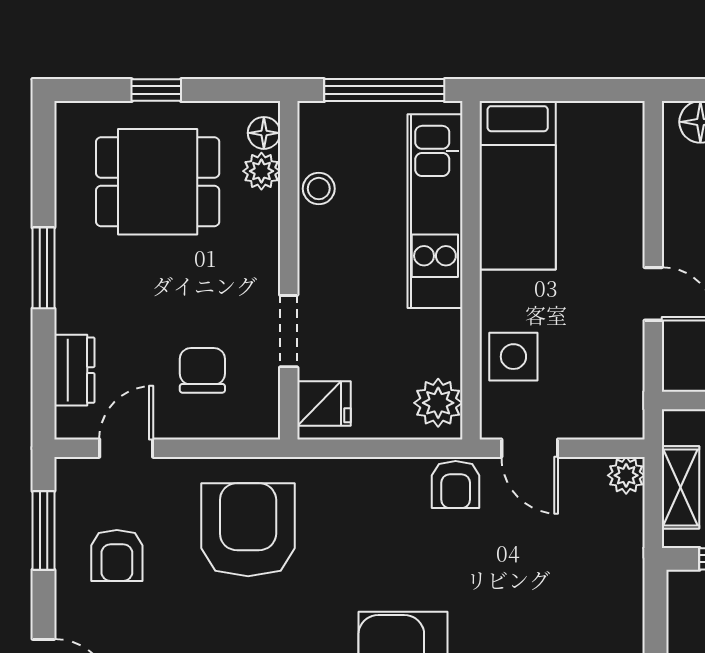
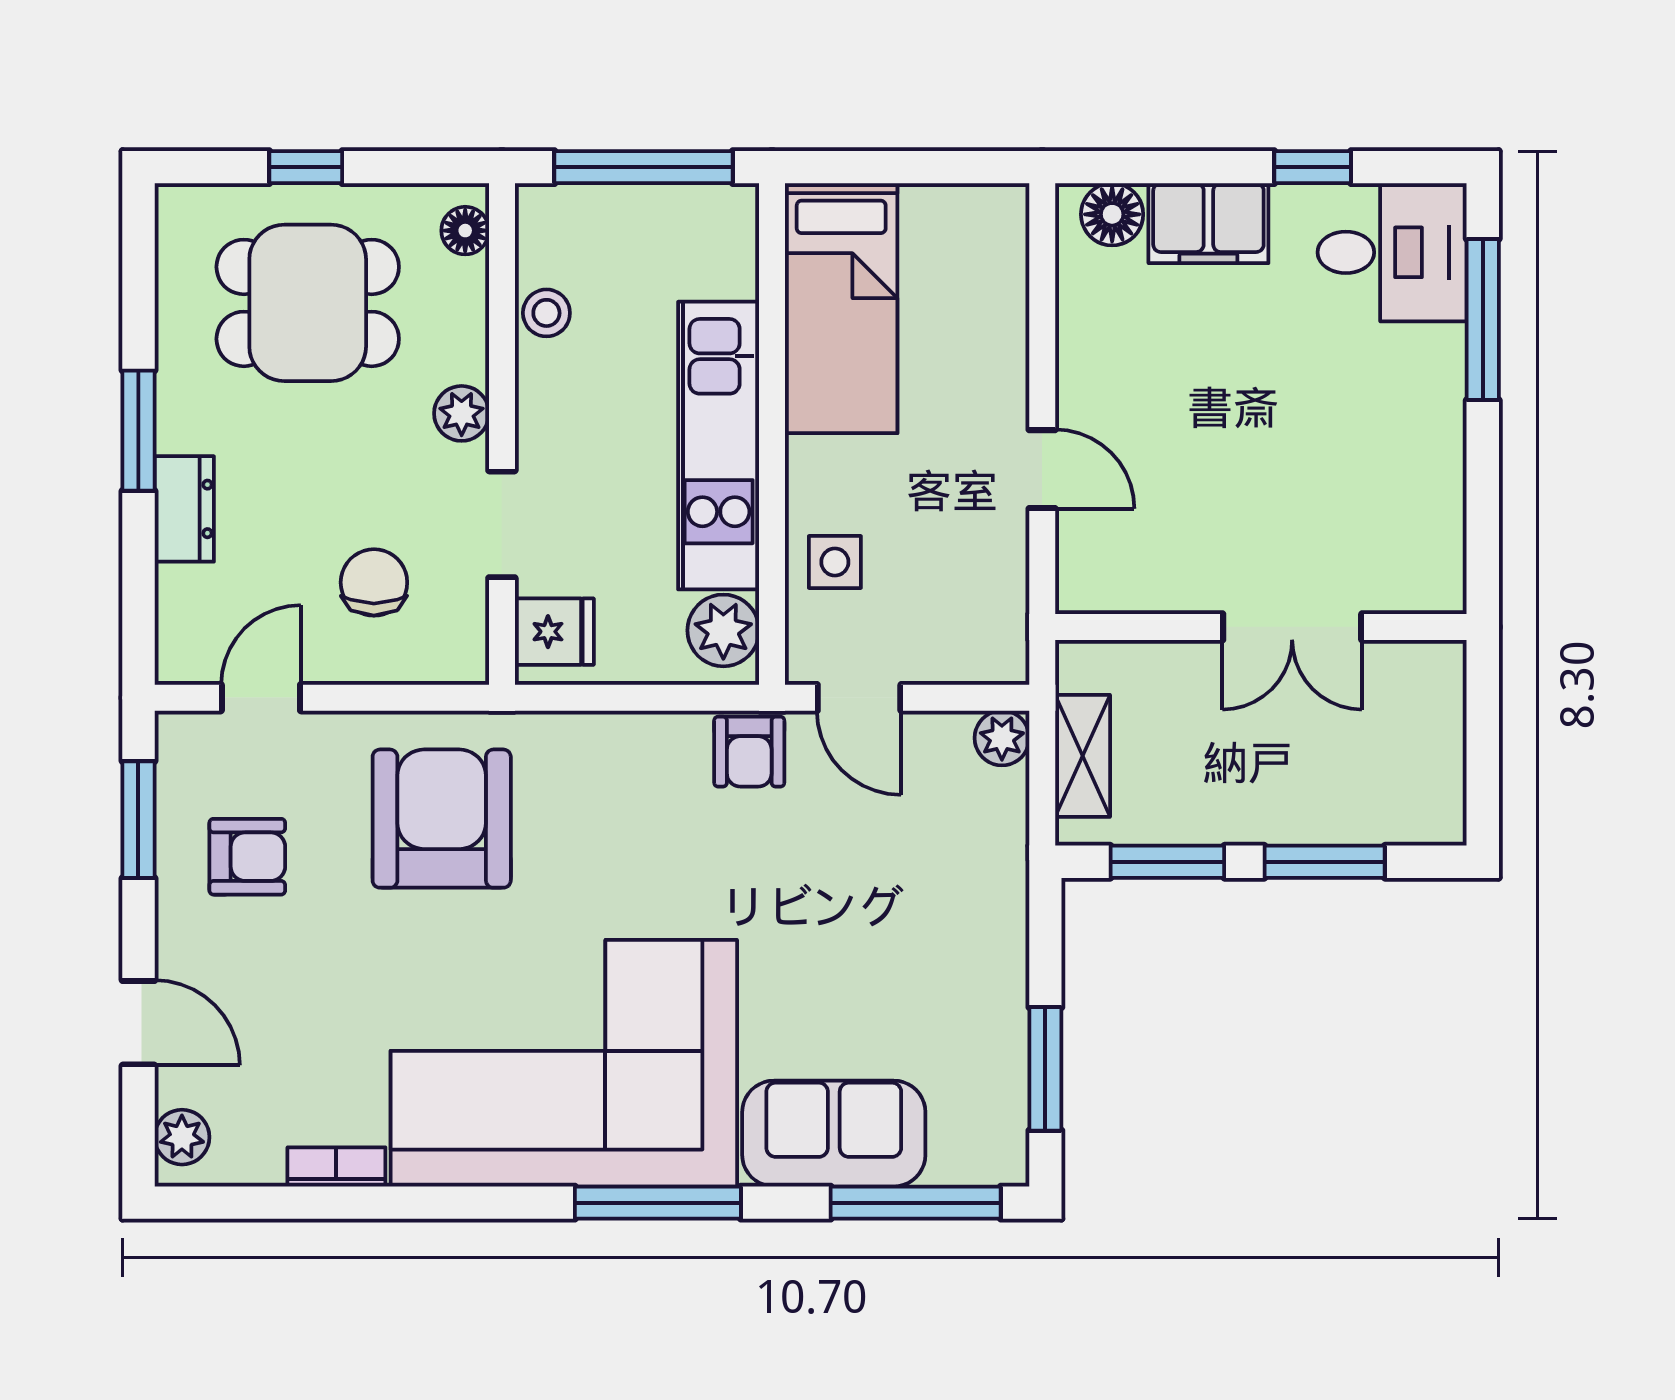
plant: (261, 171) -> (462, 413), moved
kitchen unit: (435, 211) -> (719, 446), moved
side table: (513, 357) -> (835, 562), width x0.73, depth x0.73
dresser: (74, 370) -> (184, 509), moved
armchair: (117, 555) -> (247, 857), turned -90

